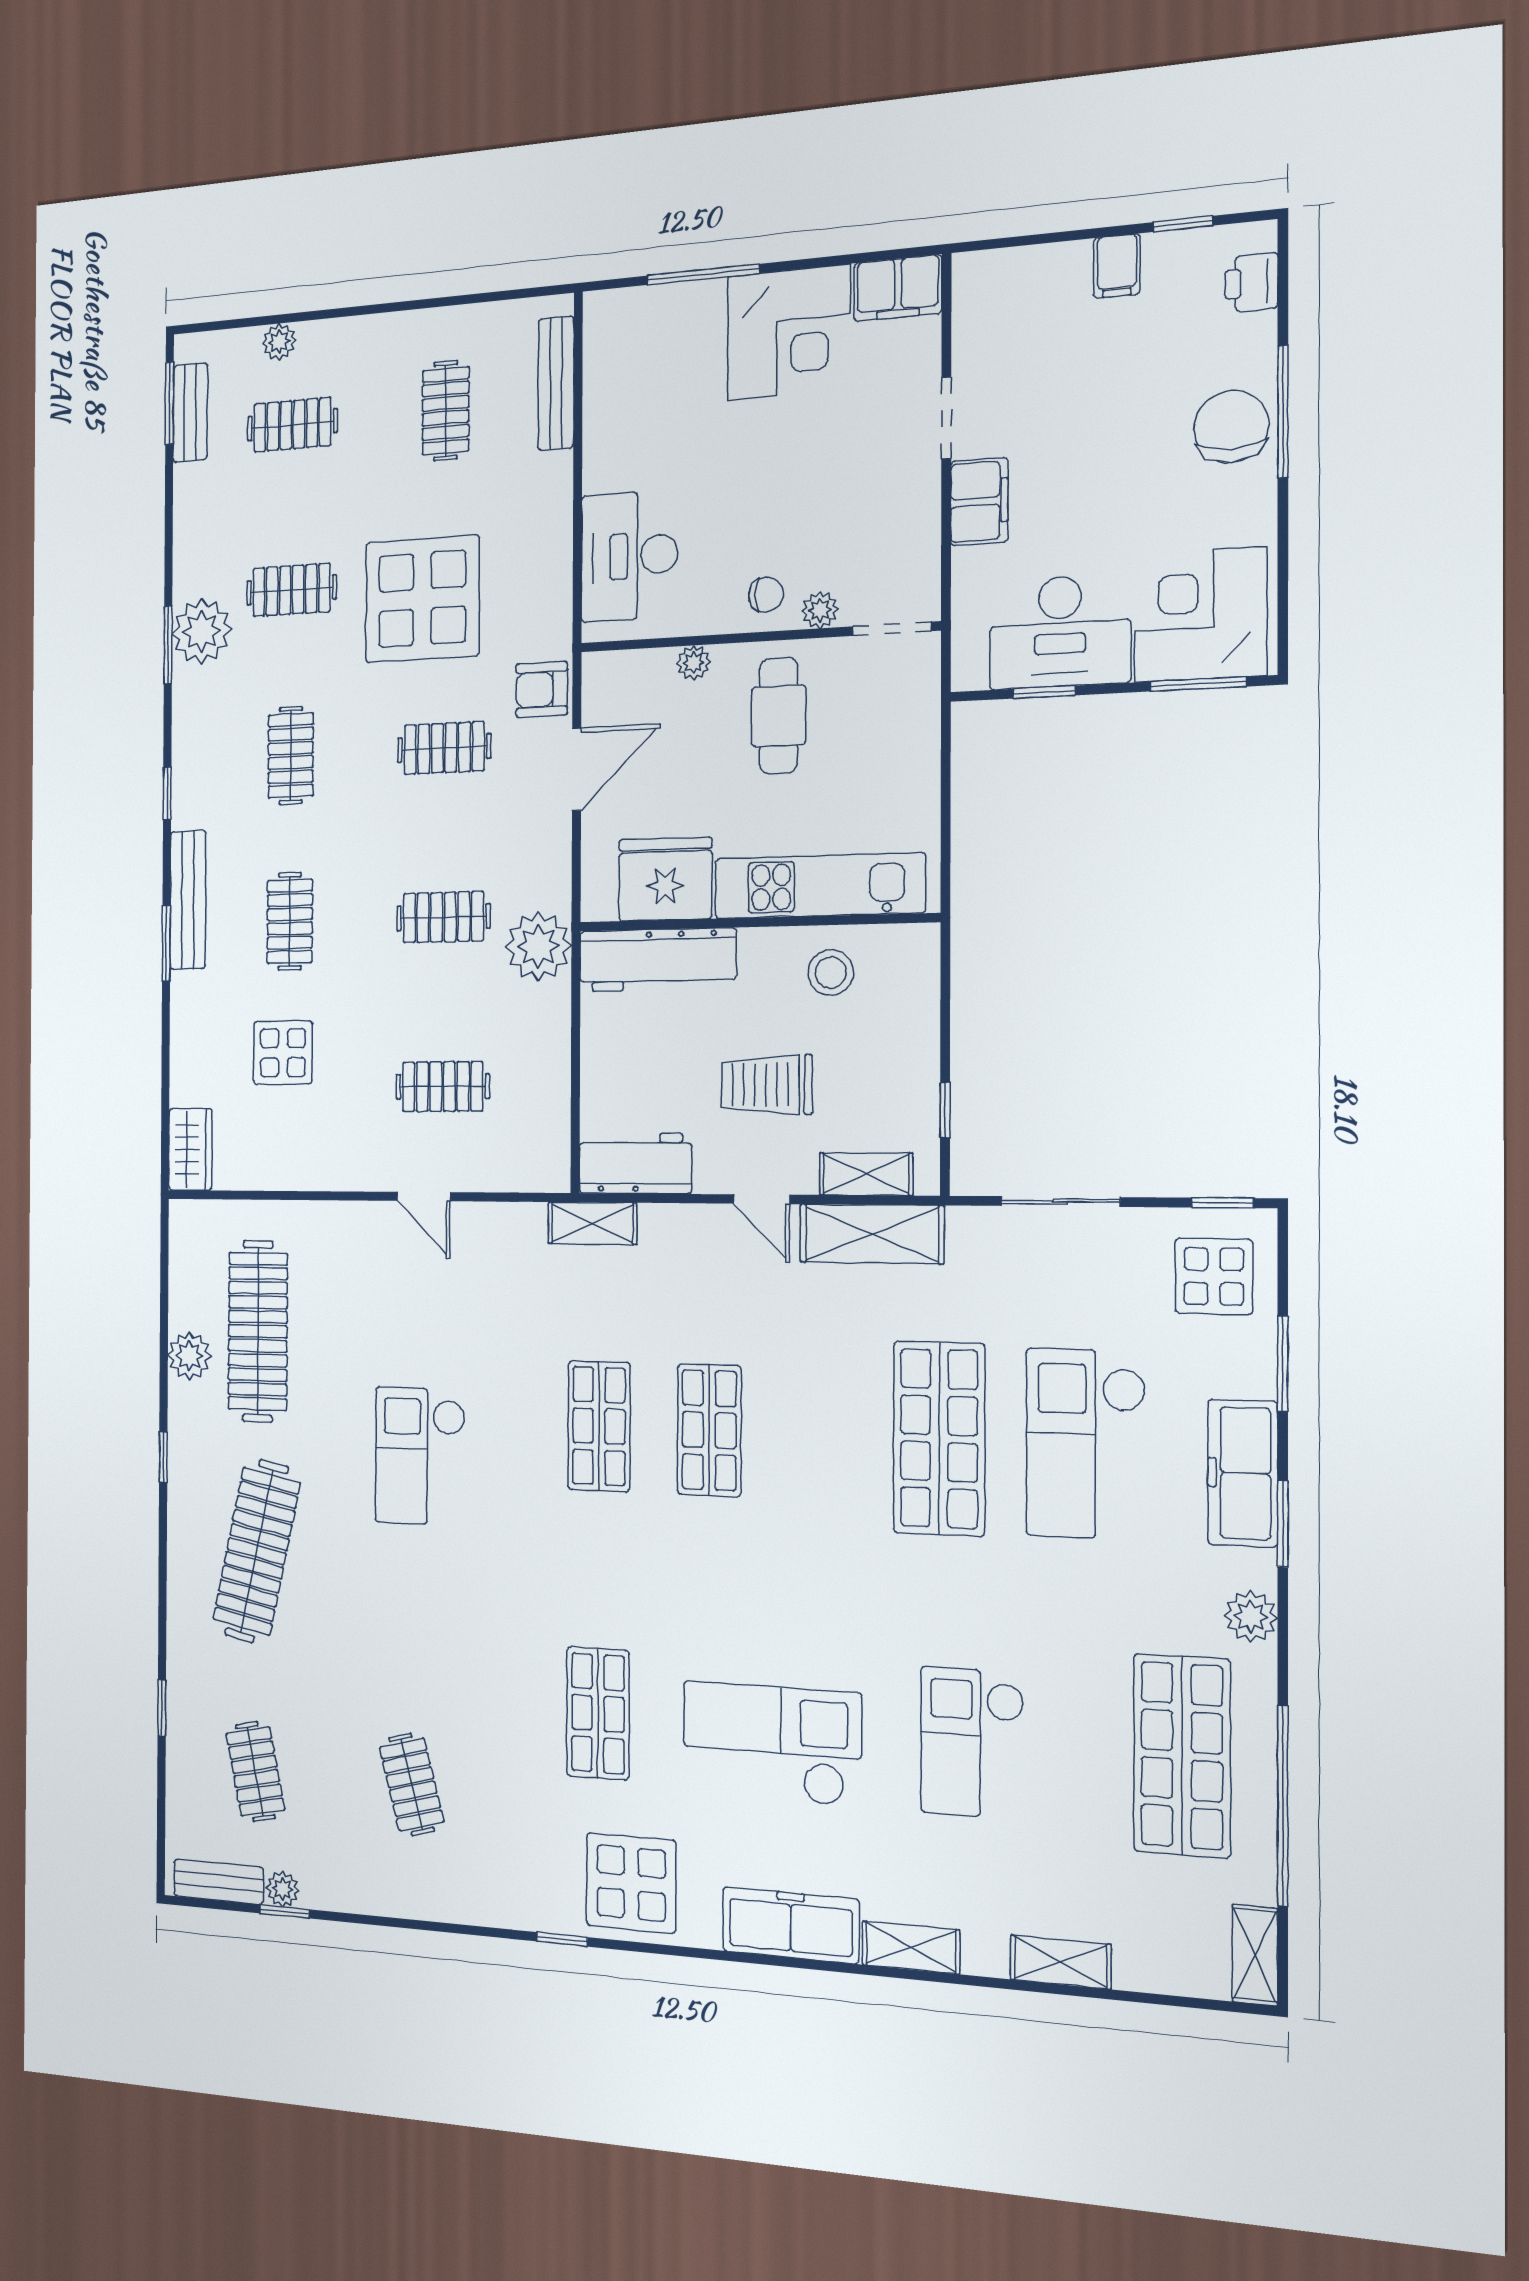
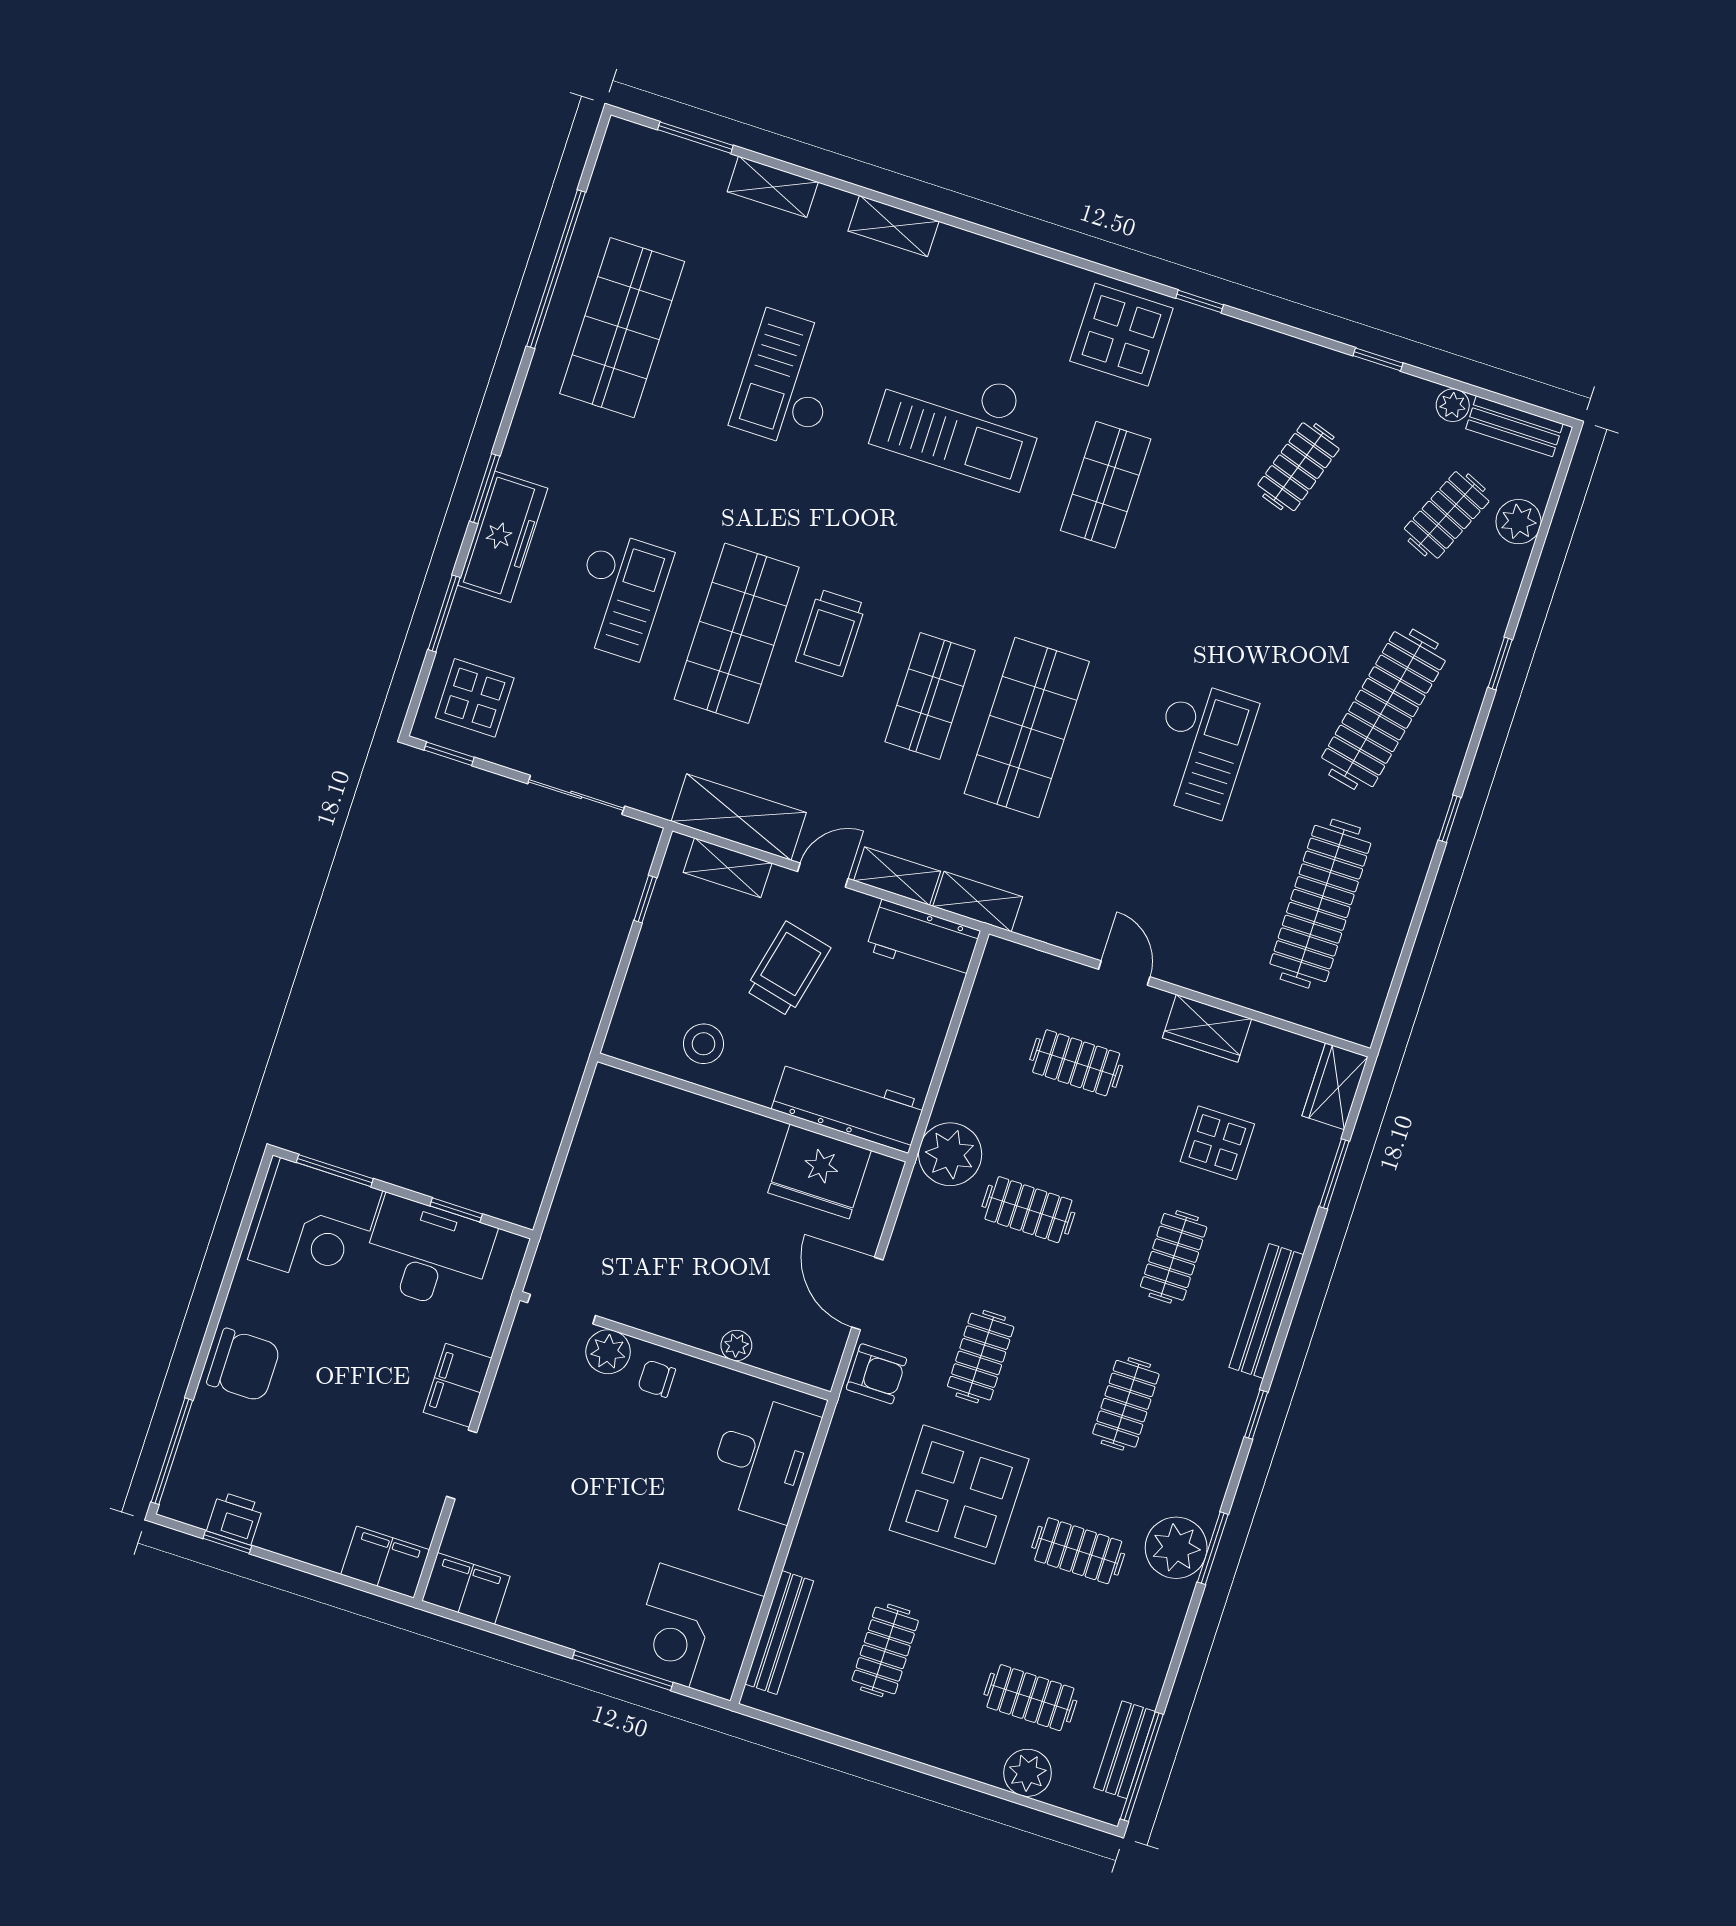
filing cabinet: (1117, 266) -> (385, 1562), moved, width x2.00
printer: (1251, 283) -> (235, 1518), moved, turned -90
corner desk: (789, 333) -> (695, 1632), moved, turned -90
plant: (279, 342) -> (1028, 1773), width x1.38, depth x1.38
window: (169, 403) -> (1142, 1767), width x1.44
window: (1283, 412) -> (172, 1451), moved
chair: (1231, 427) -> (244, 1365), turned -90
plant: (820, 610) -> (608, 1352), width x1.38, depth x1.38
cafe table: (779, 716) -> (679, 1273), removed
clothes rail: (444, 748) -> (981, 1357), turned 90
door: (577, 769) -> (867, 1294), hinge flipped
kitchen unit: (819, 886) -> (690, 1119), removed
window: (166, 943) -> (1334, 1174), moved
trolley: (767, 1085) -> (788, 969), turned -77
wardrobe: (327, 1166) -> (1207, 1028), added
door: (762, 1199) -> (823, 875), hinge flipped
plant: (189, 1356) -> (1518, 522), moved
shop shelf: (599, 1426) -> (1027, 727), width x1.43, depth x1.36
checkout: (1086, 1444) -> (619, 595), width x0.73, depth x0.83
trolley: (836, 1469) -> (831, 633), added
plant: (1251, 1617) -> (533, 423), removed
window: (162, 1708) -> (1500, 663), moved
checkout: (972, 1743) -> (789, 380), turned 180
clothes rail: (255, 1772) -> (1447, 515), turned 36
clothes rail: (412, 1784) -> (1298, 467), turned 33
window: (285, 1911) -> (1378, 359), moved
freezer: (791, 1925) -> (991, 267), removed
shelving: (1255, 1955) -> (897, 876), moved, turned 90
window: (1168, 2000) -> (695, 138), added

